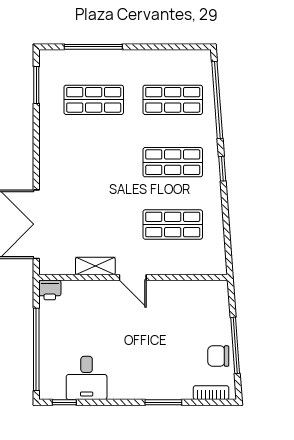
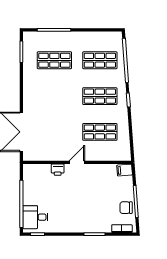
shelving: (95, 266) -> (55, 156), removed
door: (133, 277) -> (77, 162), swing flipped
printer: (50, 290) -> (58, 170), moved
filing cabinet: (216, 291) -> (125, 170), added
desk: (87, 378) -> (35, 217), moved, turned 90

